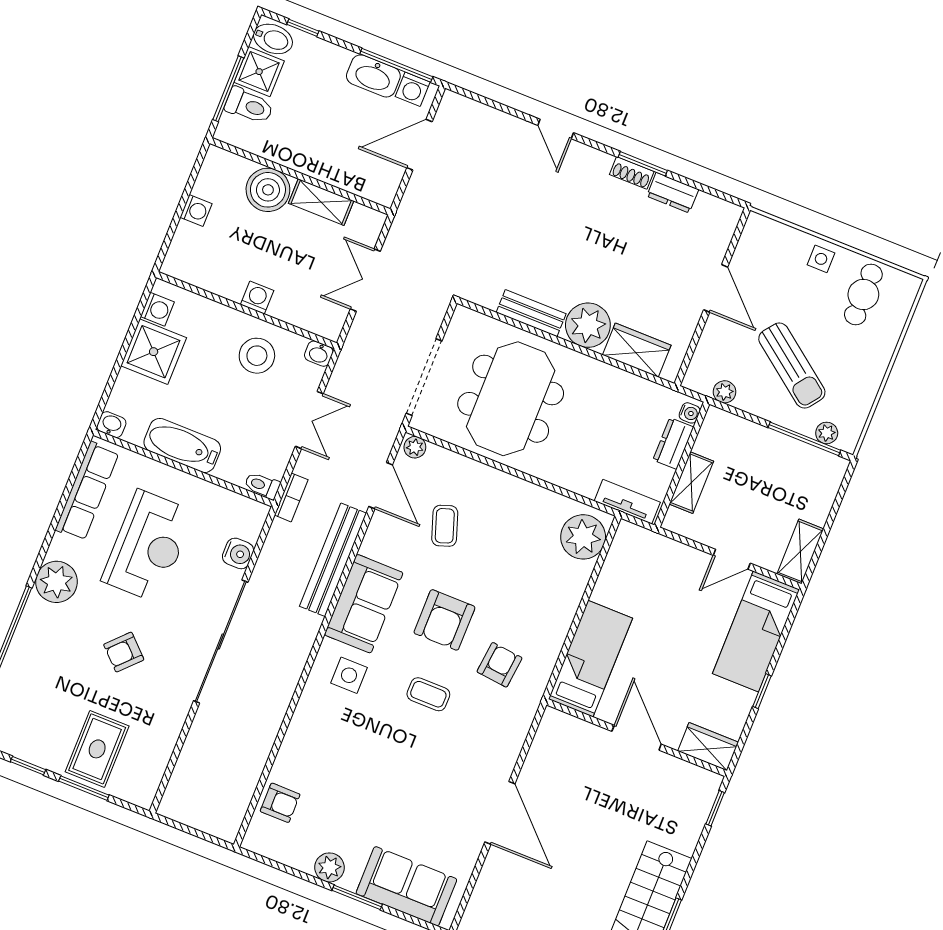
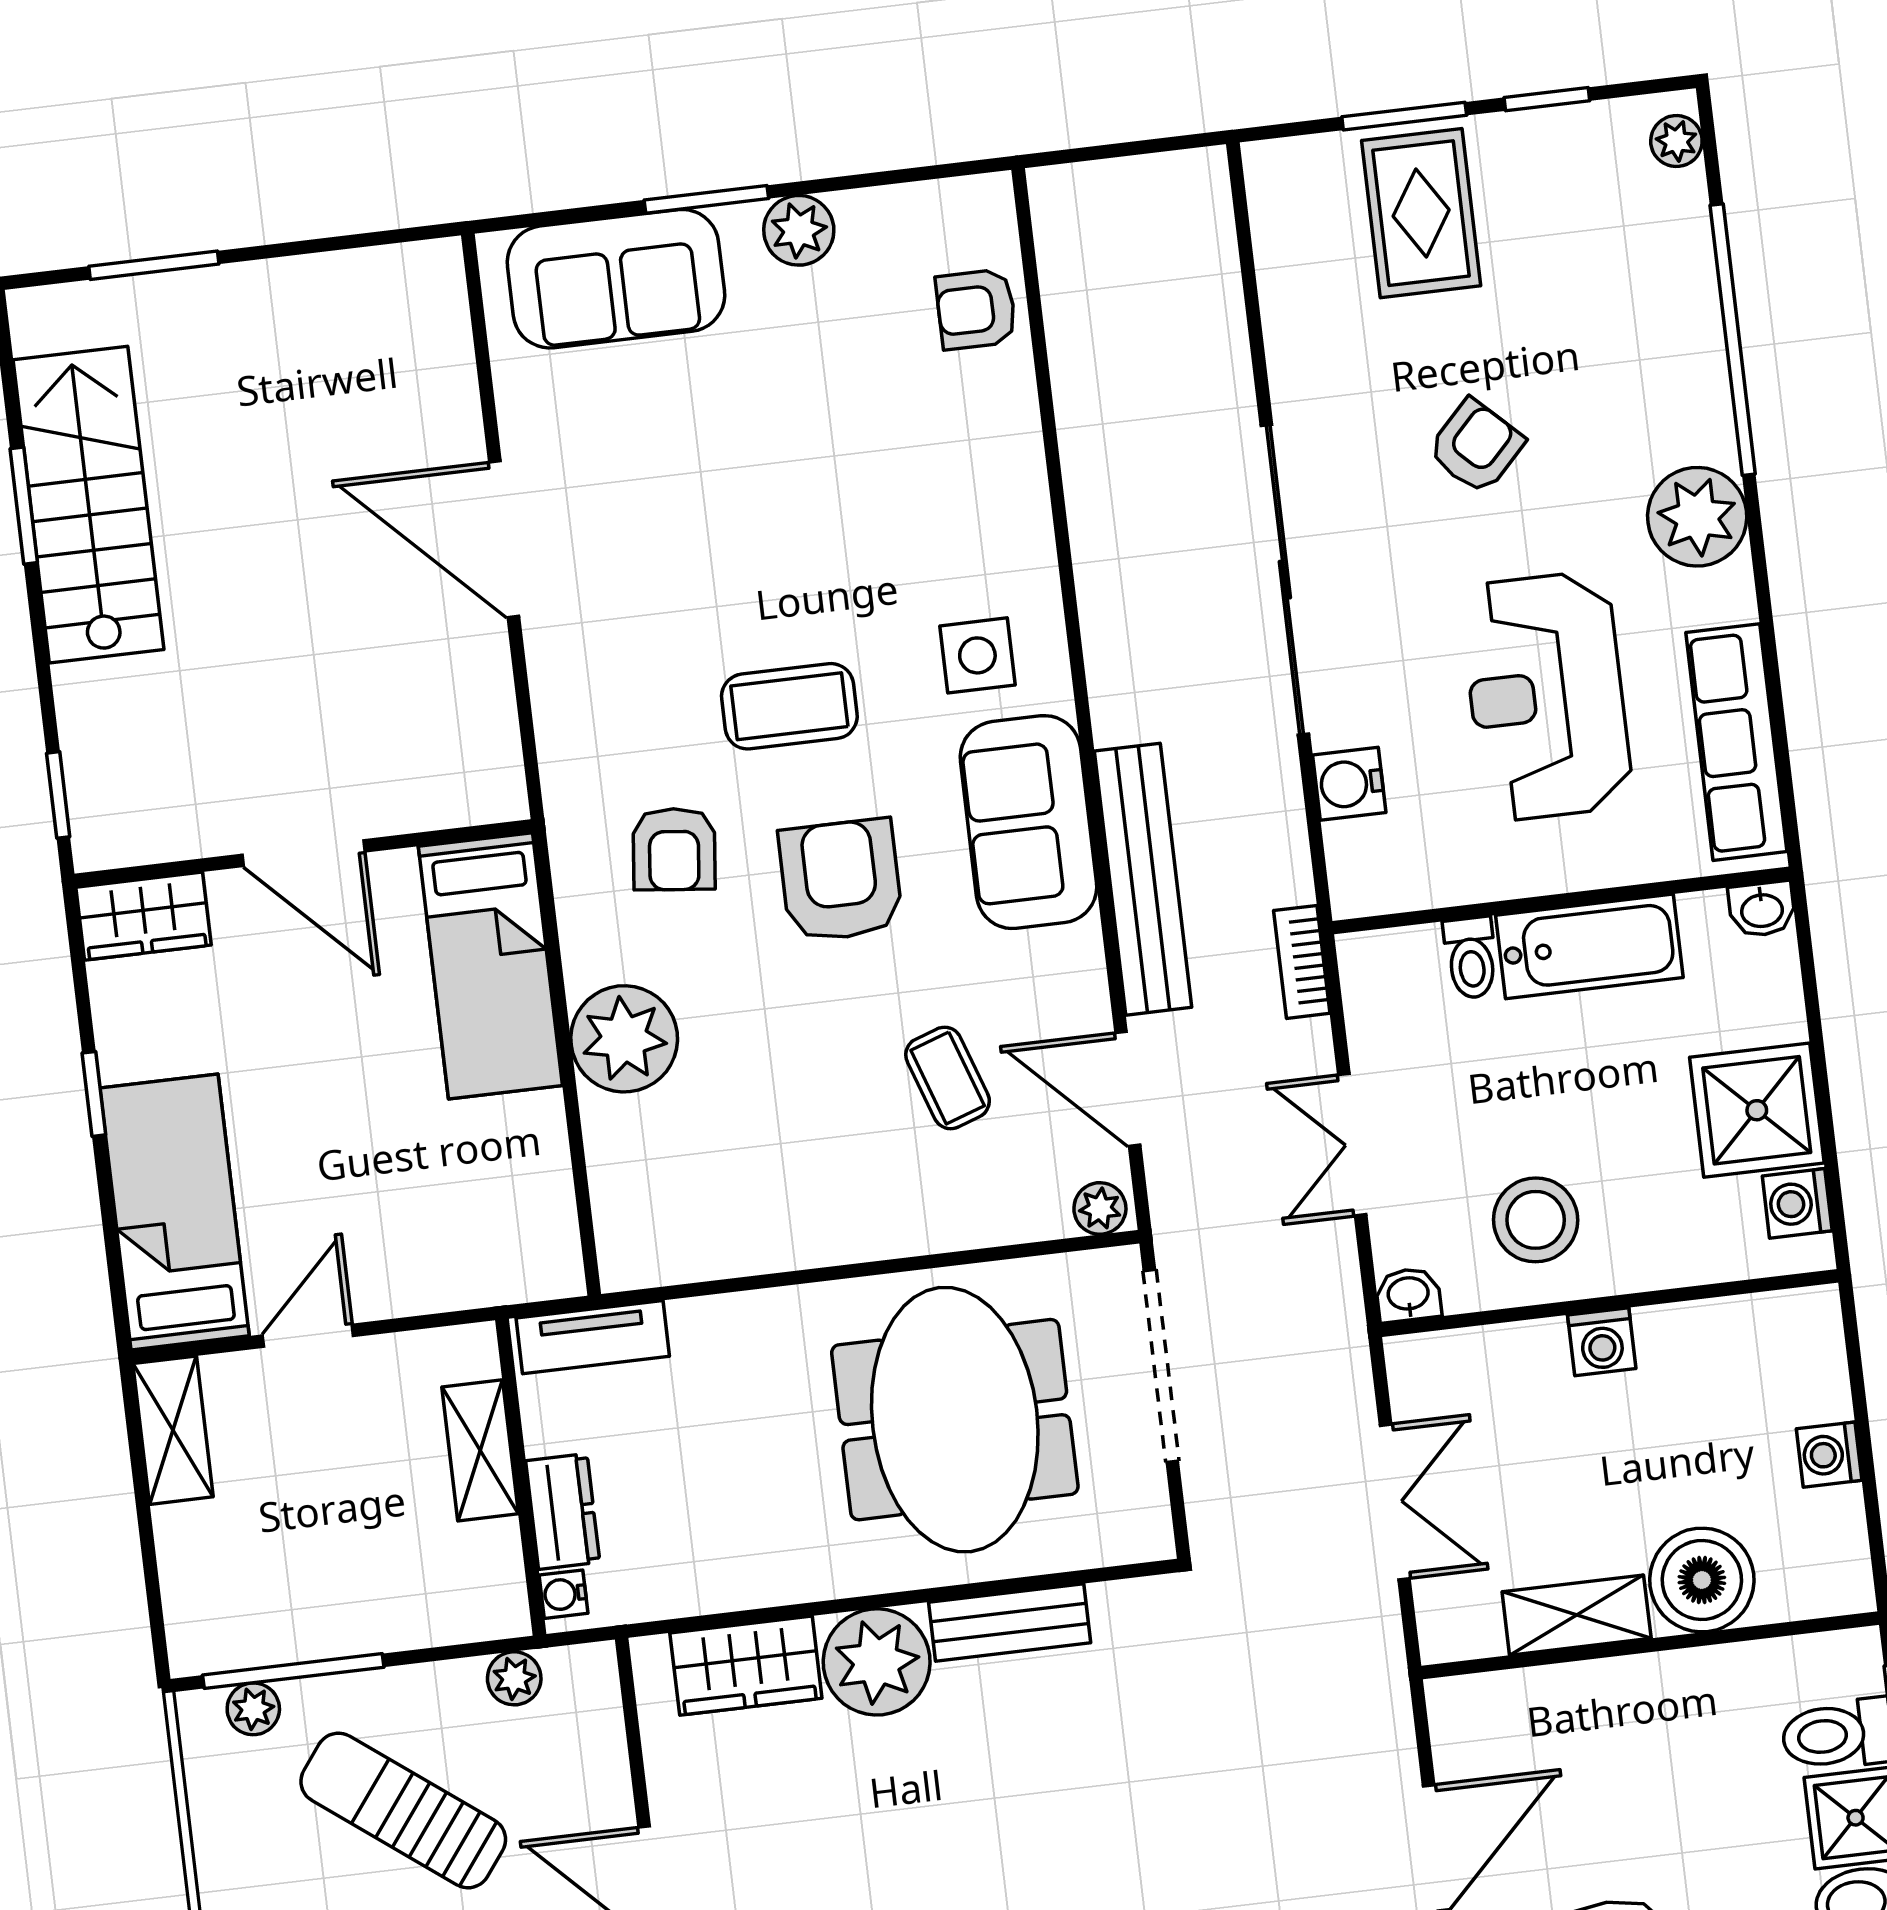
toilet: (262, 486) -> (1471, 958), moved, turned 90
plant: (583, 537) -> (624, 1039), moved
coffee table: (428, 694) -> (789, 706), width x1.36, depth x1.30

